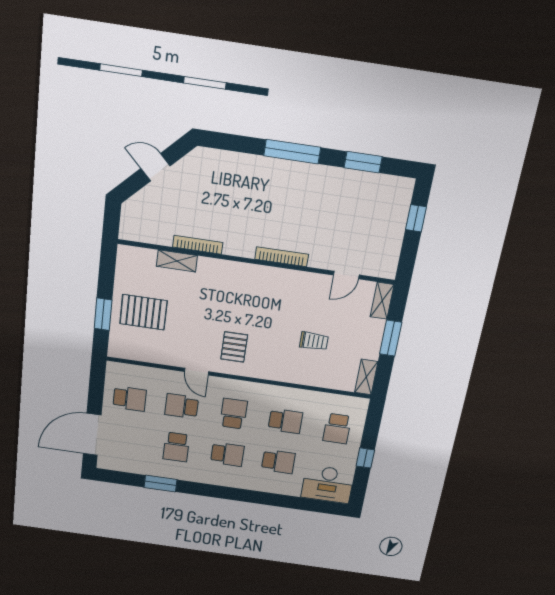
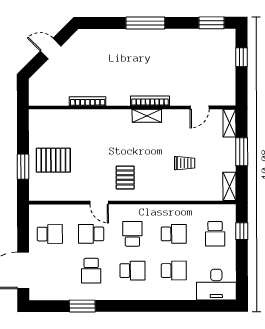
window: (363, 162) -> (211, 23), moved
shelving: (177, 261) -> (147, 116), moved
window: (365, 458) -> (242, 231), moved

